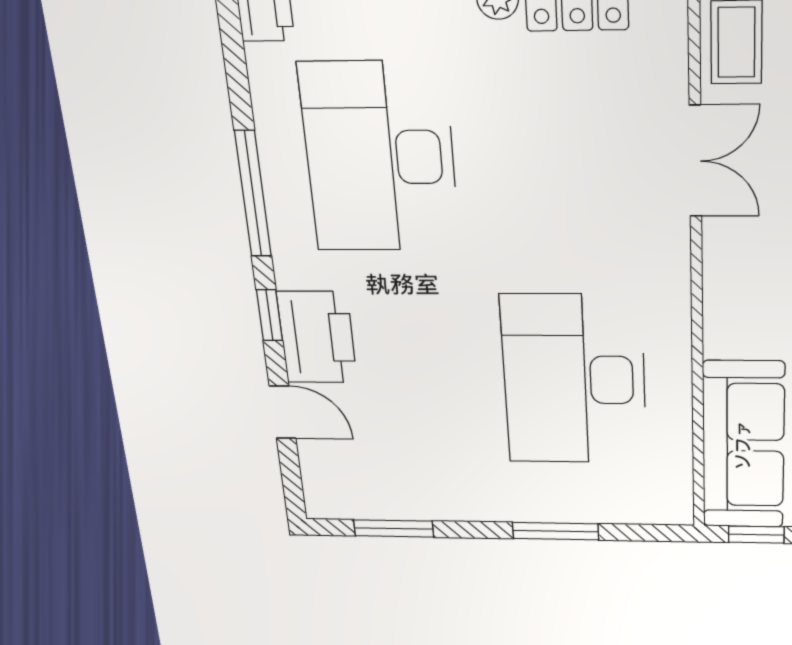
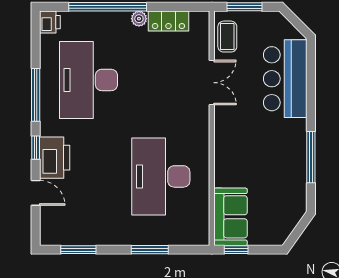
sofa: (743, 445) -> (230, 217), width x0.73

